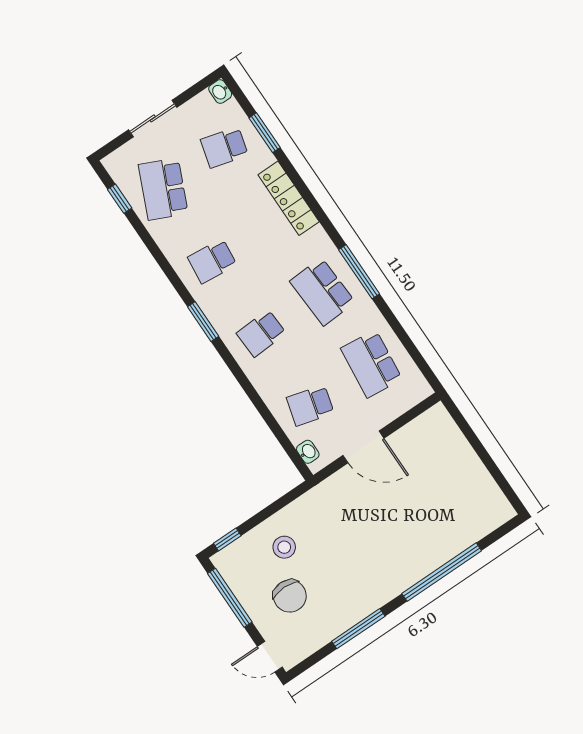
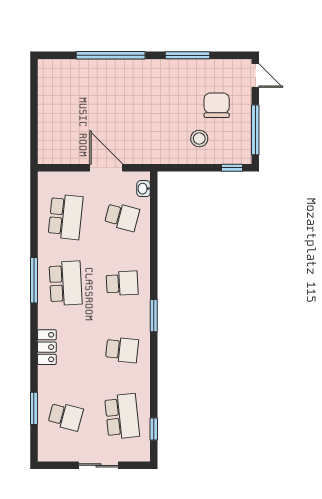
washbasin: (220, 92) -> (44, 453), removed
school desk: (163, 189) -> (122, 416), turned -30
locker: (289, 198) -> (47, 347), width x0.66

